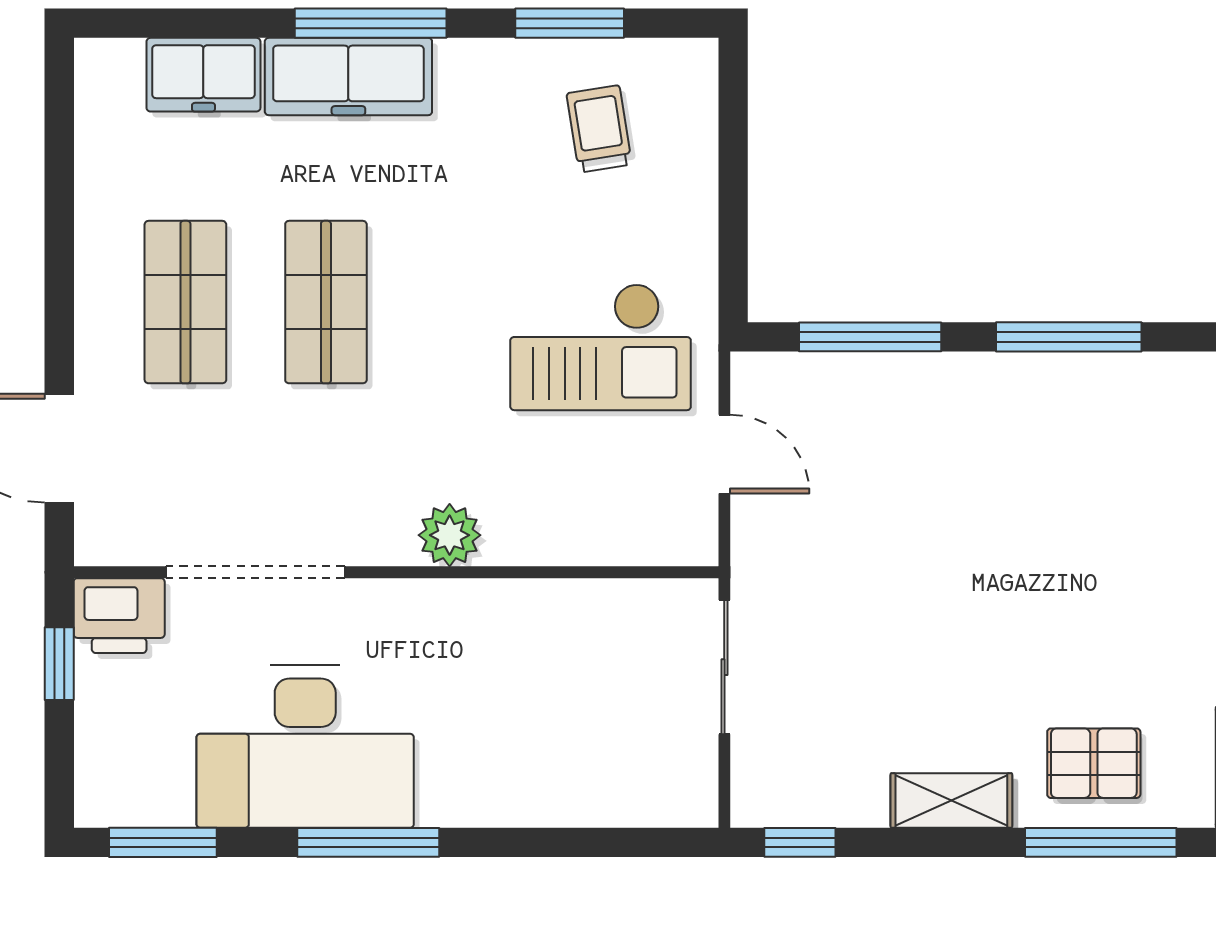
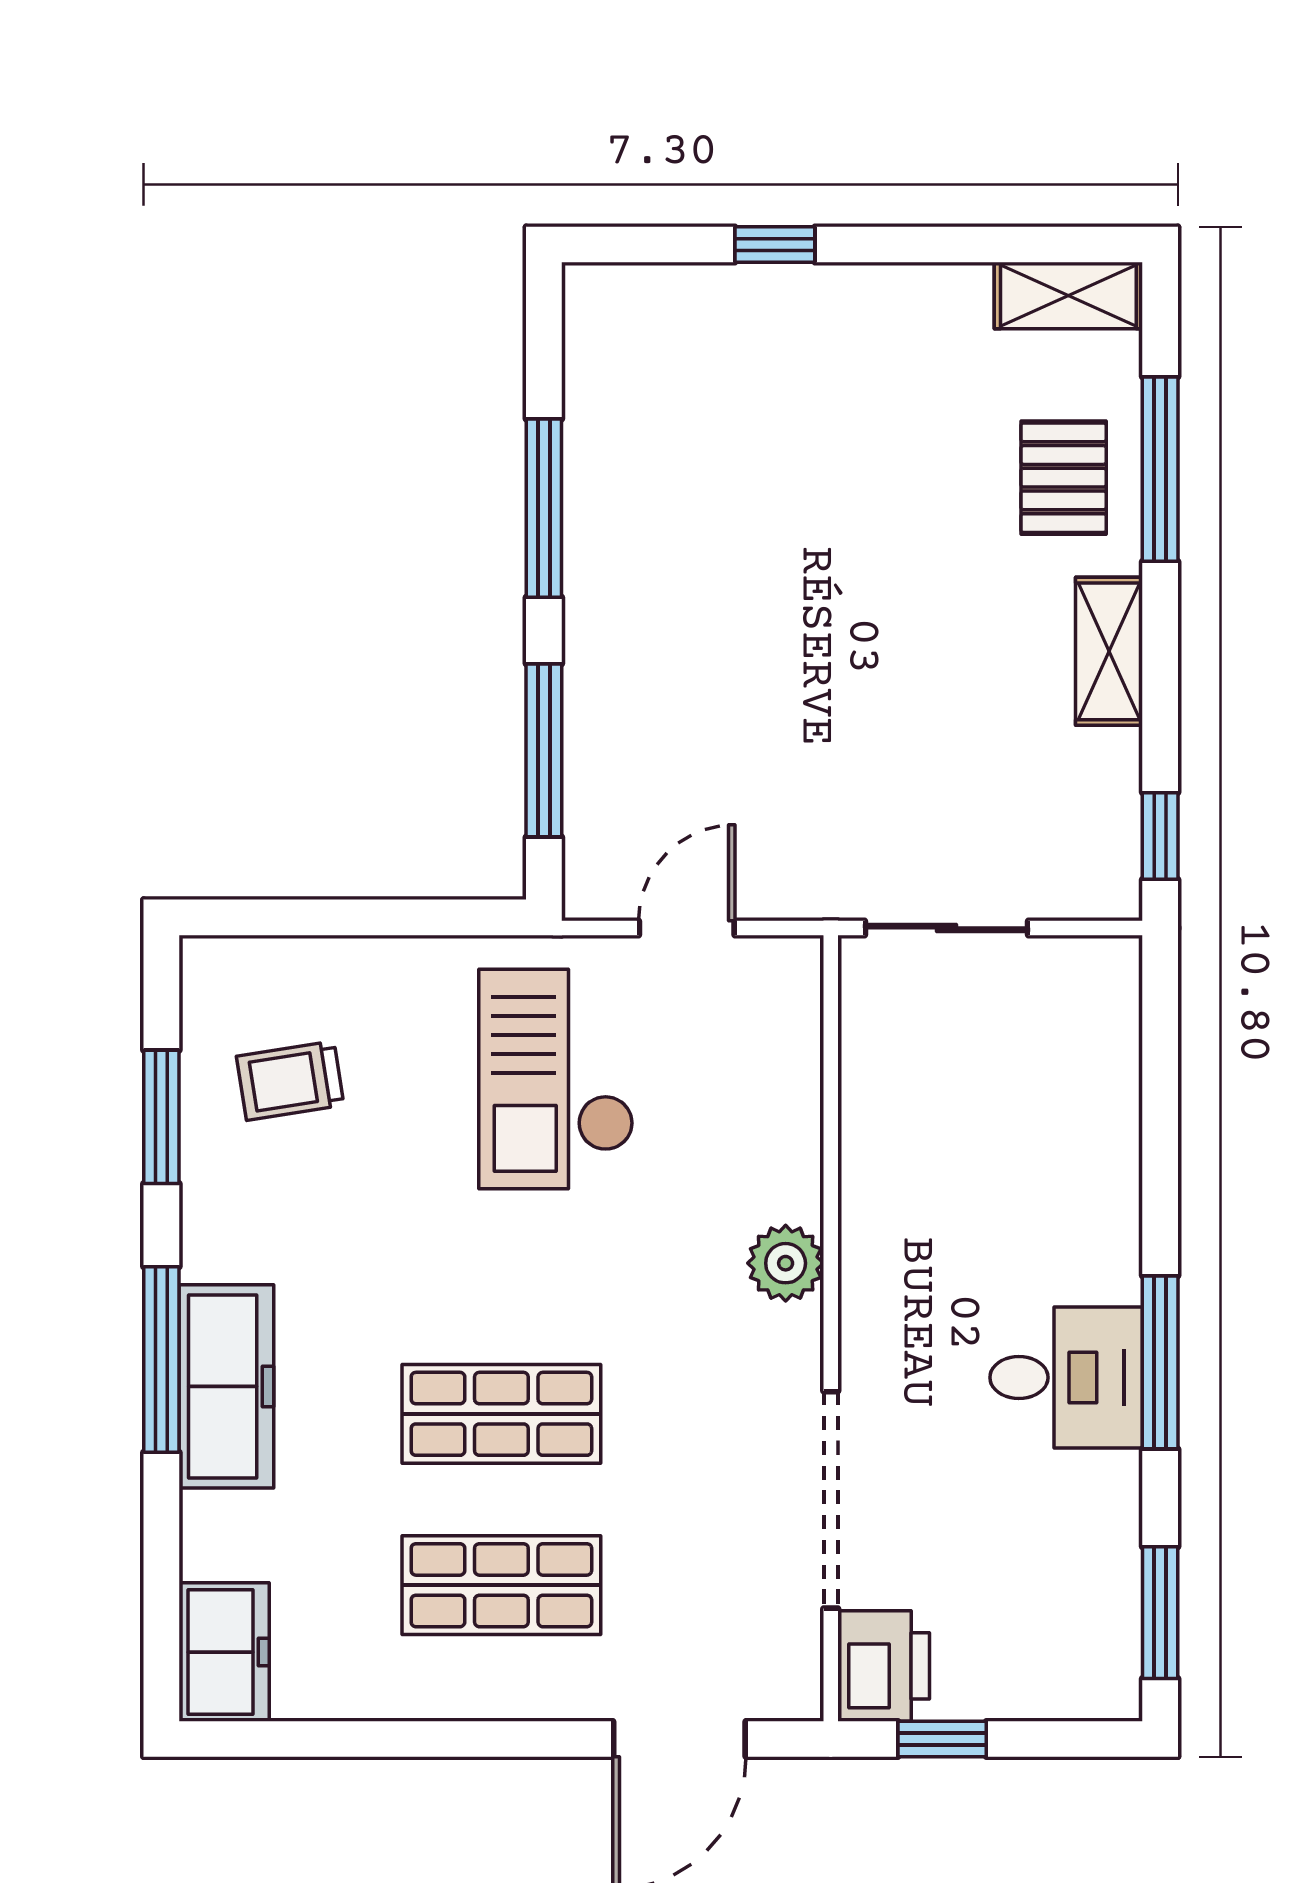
freezer: (203, 75) -> (224, 1652), moved
checkout: (601, 347) -> (556, 1079), turned 180
desk: (305, 747) -> (1066, 1378), width x0.53, depth x0.77

